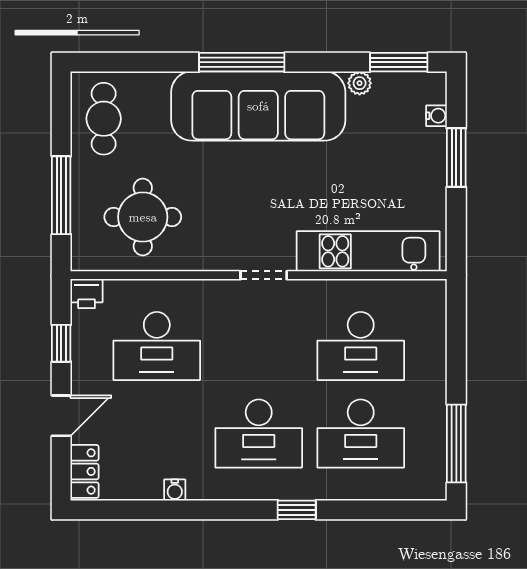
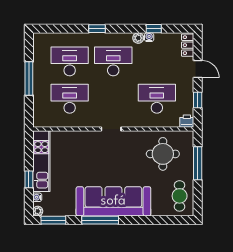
window: (242, 62) -> (100, 220), moved
plant: (360, 83) -> (38, 211), moved
window: (456, 158) -> (29, 179), width x0.67
kitchen unit: (368, 251) -> (41, 161), moved, turned -90
door: (61, 416) -> (198, 69), swing flipped
window: (456, 444) -> (29, 78), moved
plant: (200, 488) -> (138, 38), added
window: (164, 510) -> (154, 29), added

